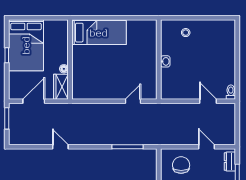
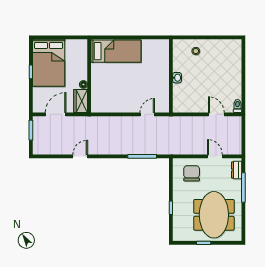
door: (60, 147) -> (80, 156), hinge flipped

